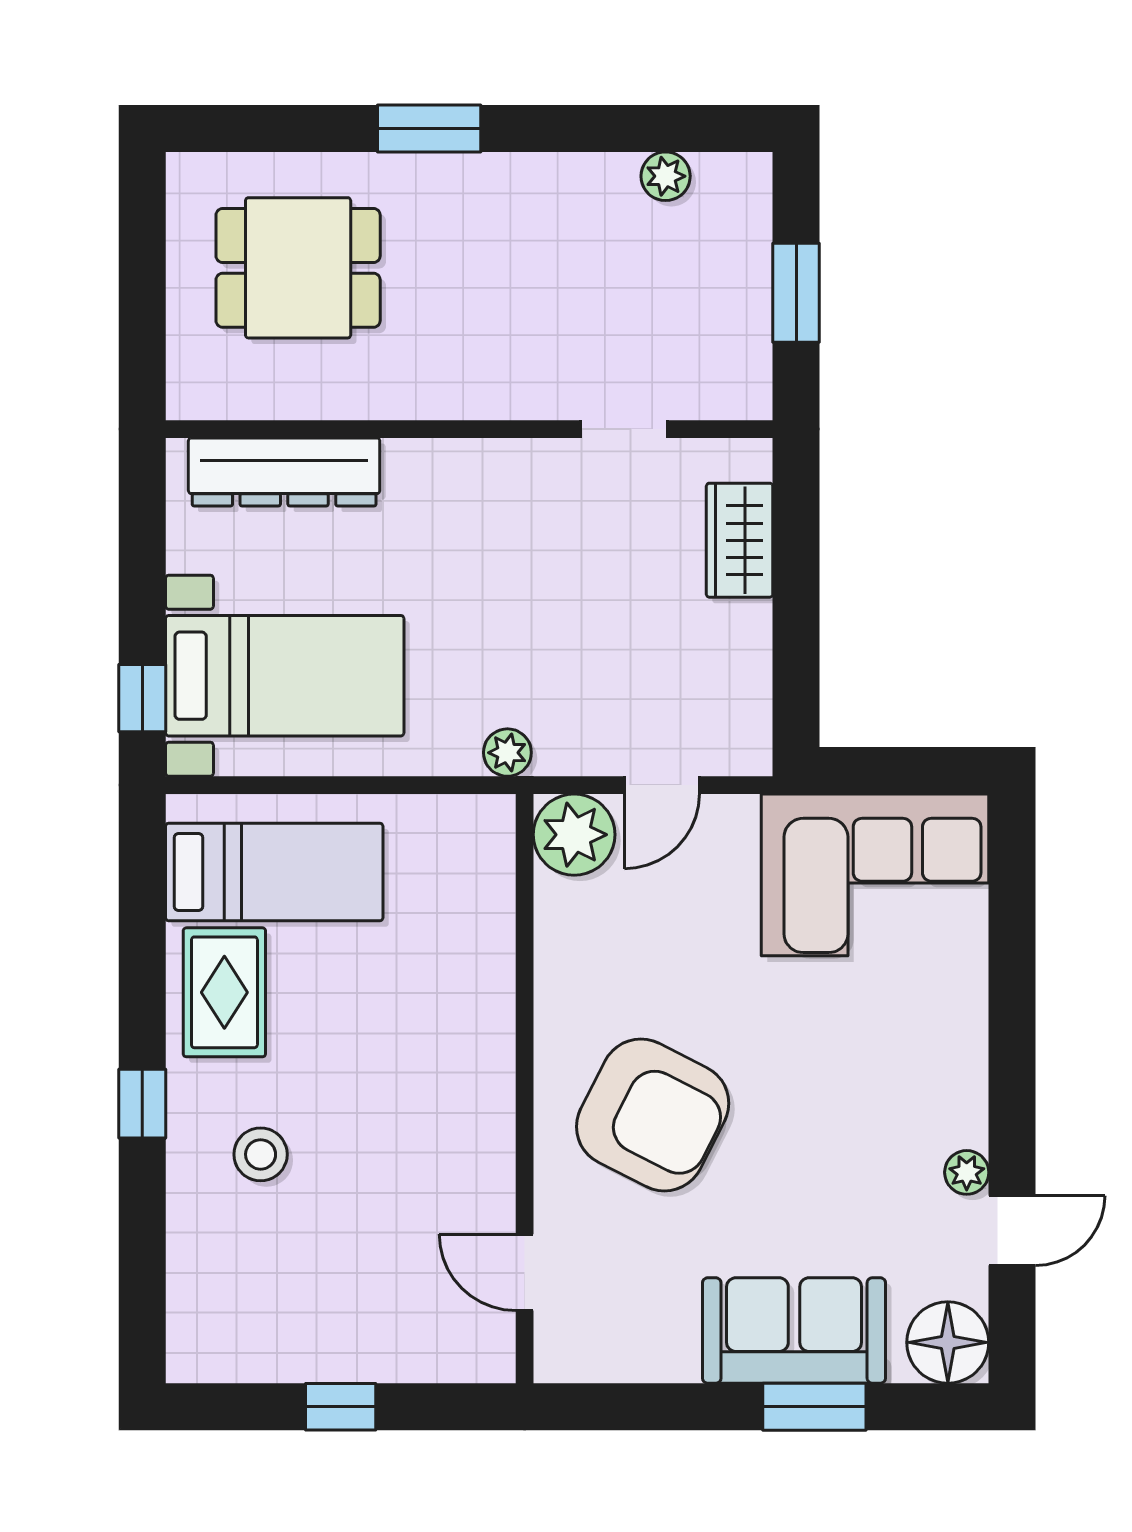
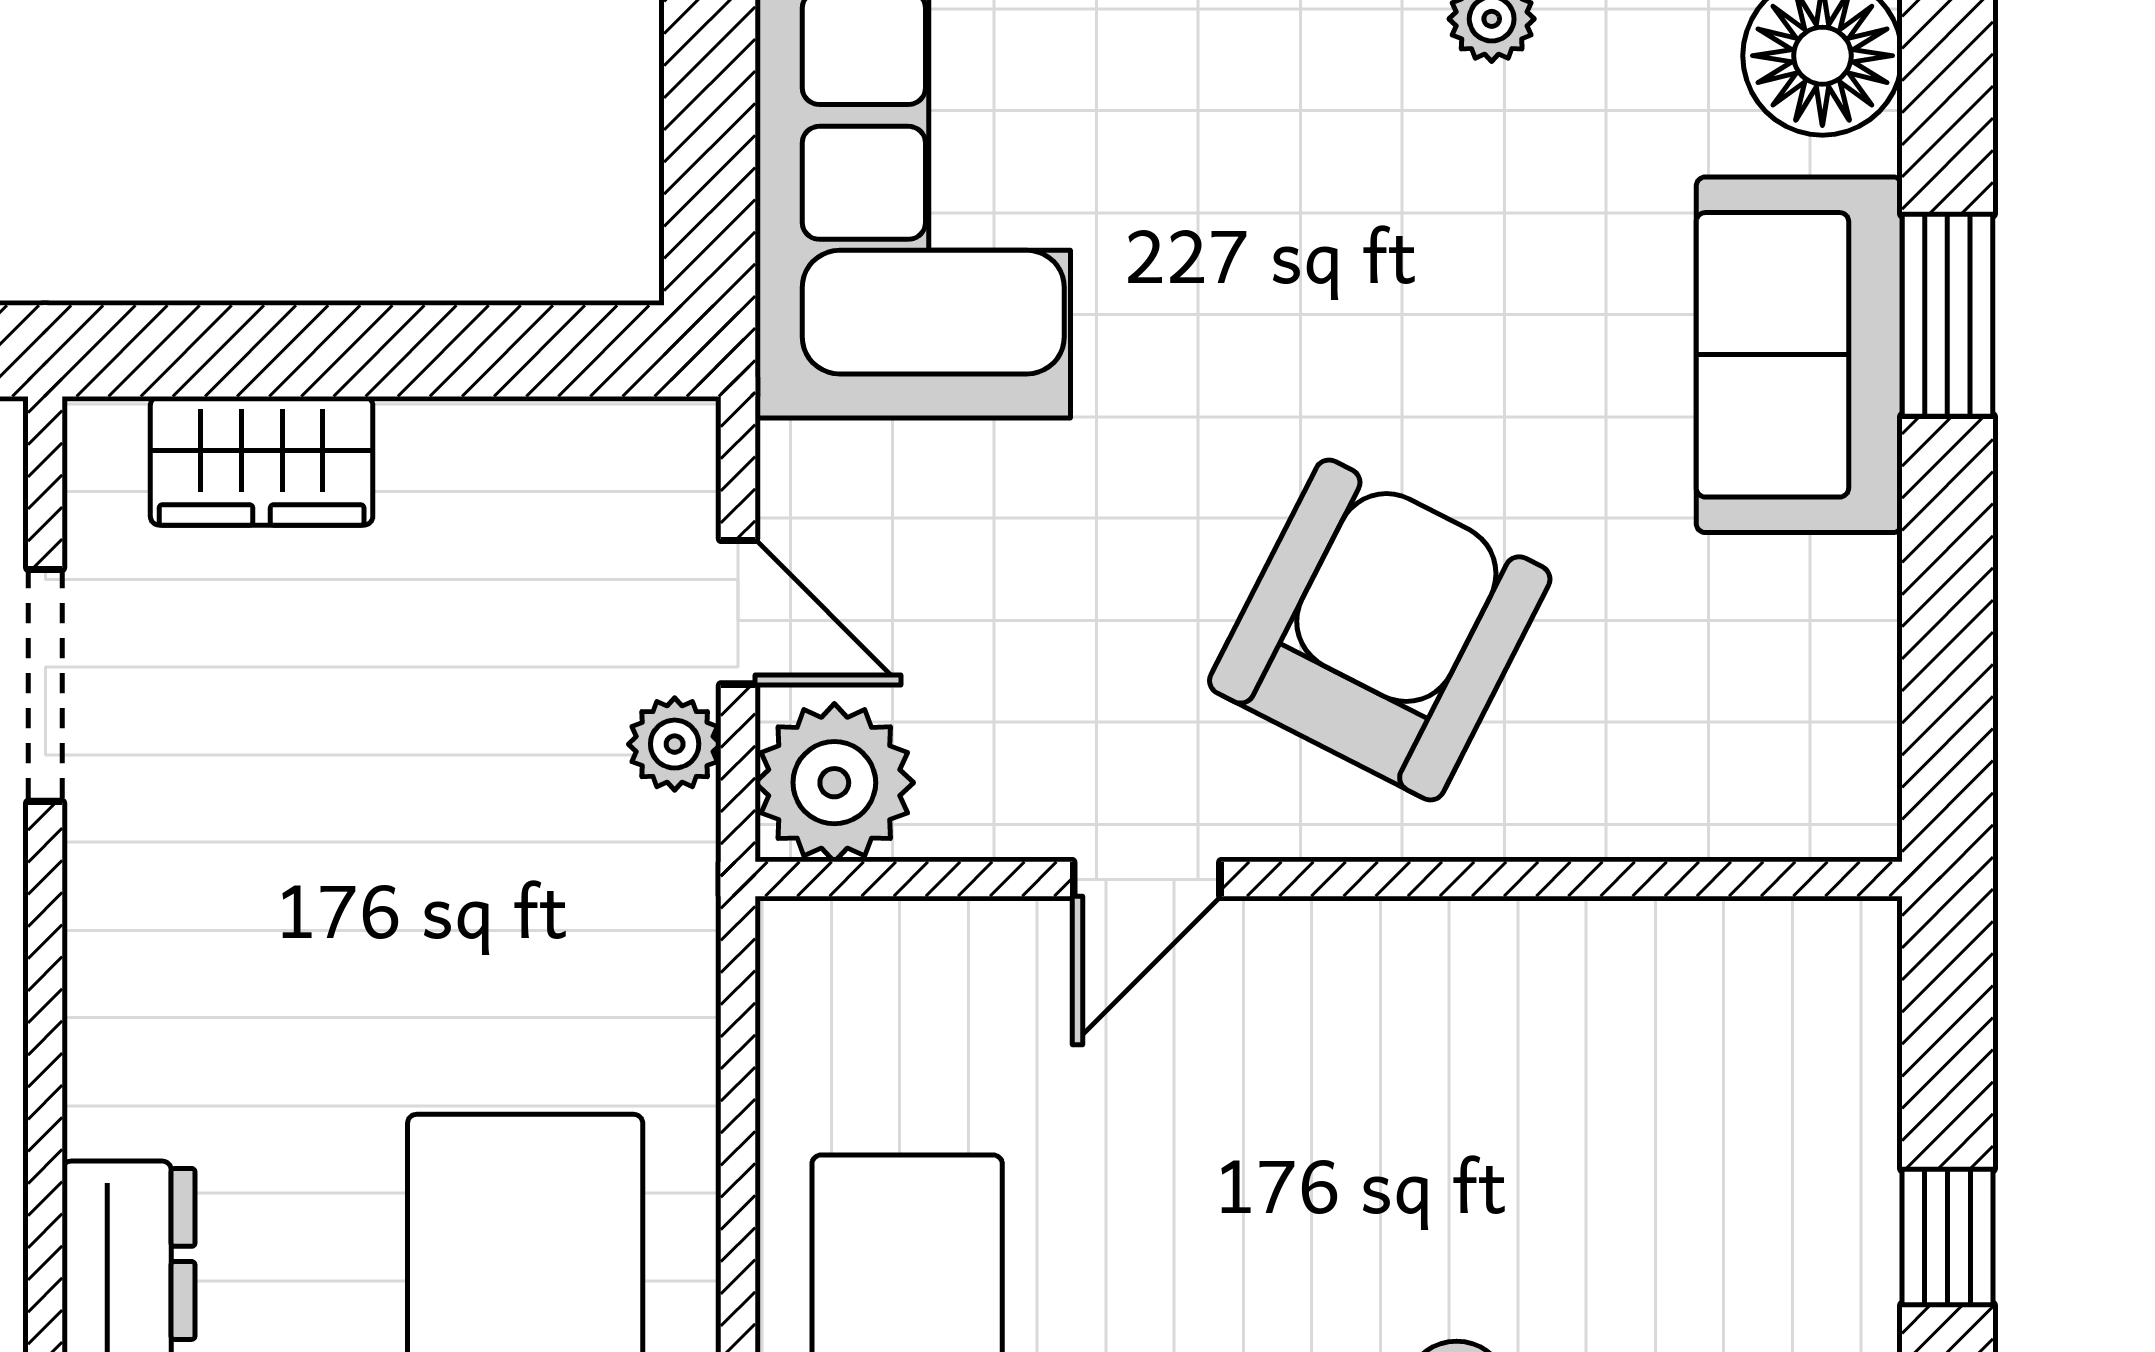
doorway: (624, 429) -> (45, 685), width x1.38
plant: (507, 753) -> (675, 744), moved
door: (525, 1272) -> (1147, 879), moved

